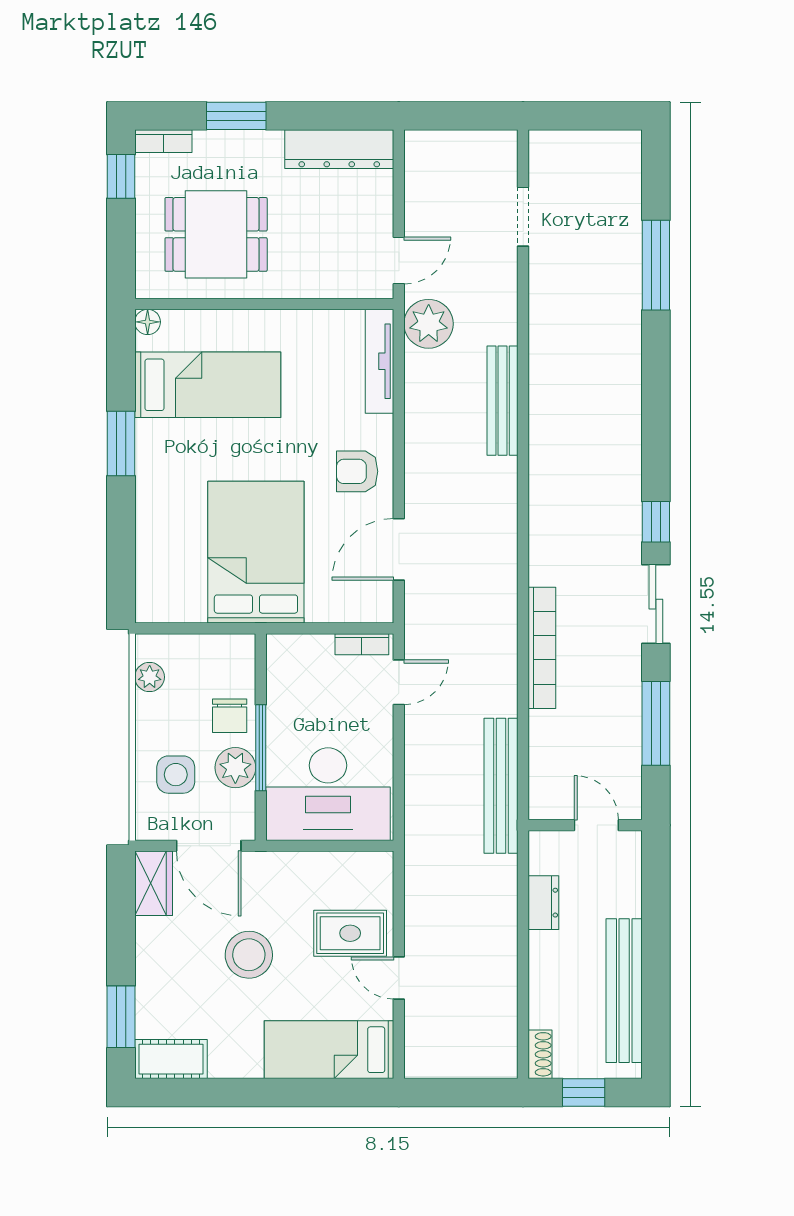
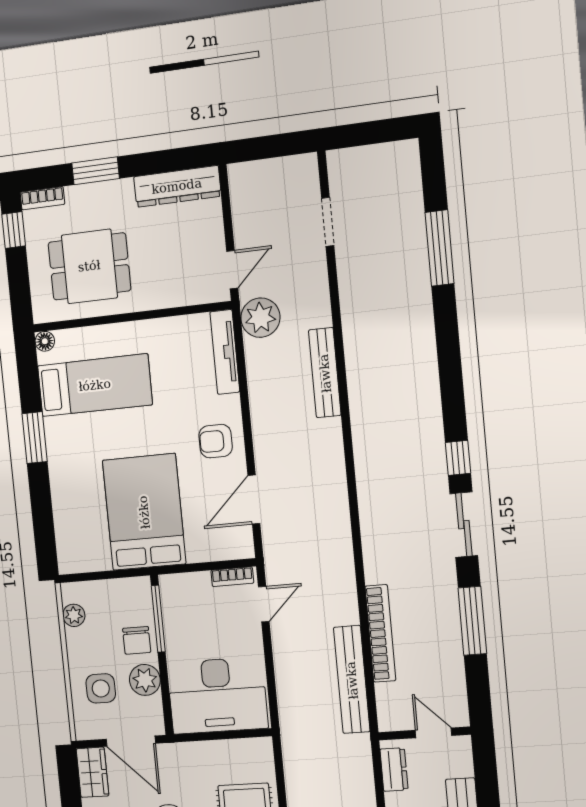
bookcase: (542, 648) -> (380, 633), moved
window: (261, 748) -> (158, 619), moved
wall: (585, 825) -> (424, 734), moved
door: (596, 825) -> (433, 733), moved

